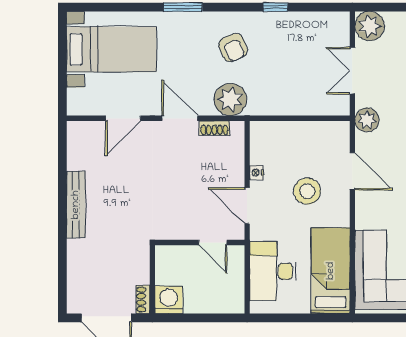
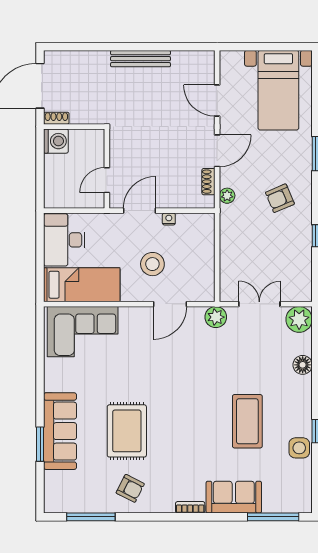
plant: (230, 100) -> (227, 196), width x0.53, depth x0.53
desk: (273, 271) -> (64, 240), moved, turned -90

